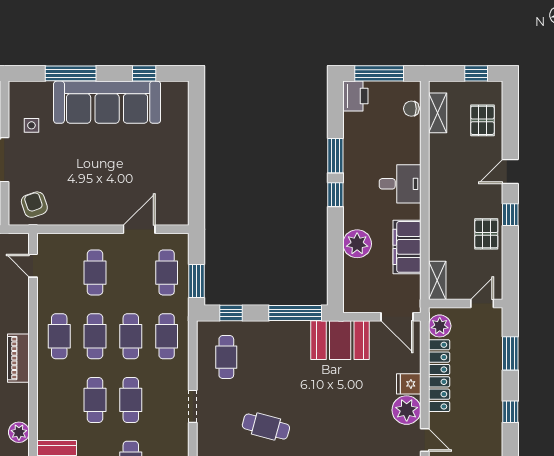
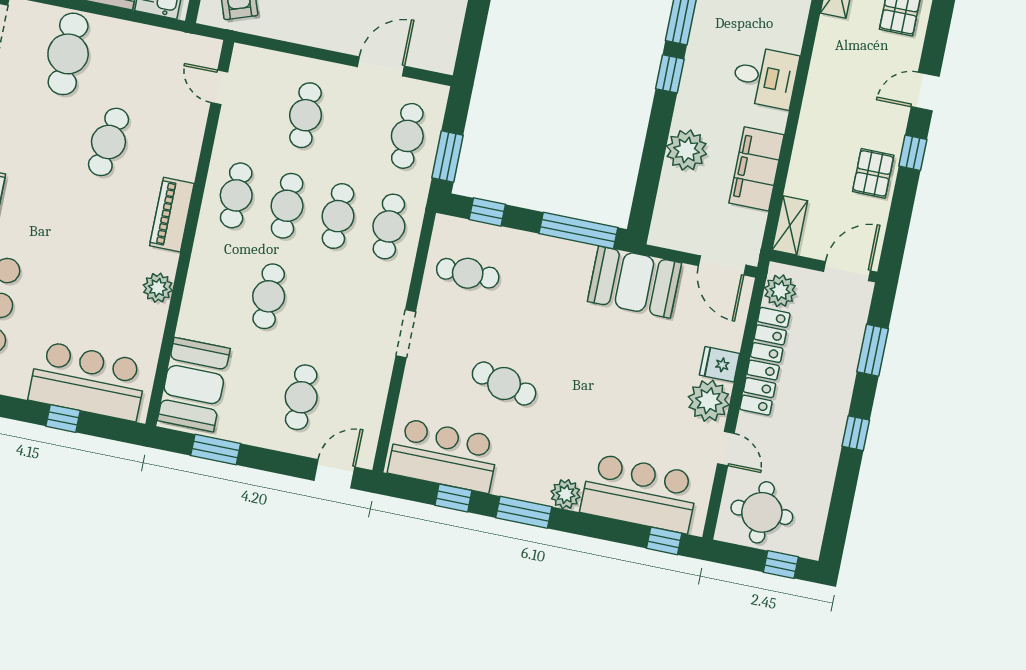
door: (482, 303) -> (847, 271), width x1.38
cafe table: (226, 357) -> (468, 273), turned 90
cafe table: (131, 400) -> (320, 307), removed
plant: (19, 432) -> (158, 288), moved

